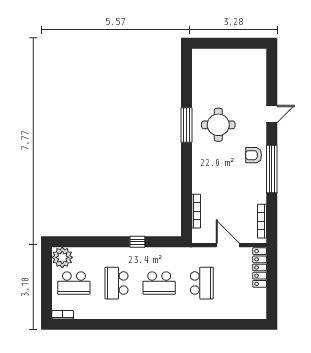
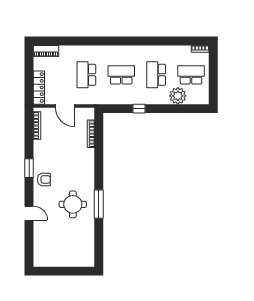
door: (272, 114) -> (29, 213), swing flipped
window: (272, 169) -> (29, 168), width x0.47
plant: (62, 257) -> (178, 96), moved
school desk: (117, 283) -> (156, 75), turned 180
piano: (251, 312) -> (46, 51), added

